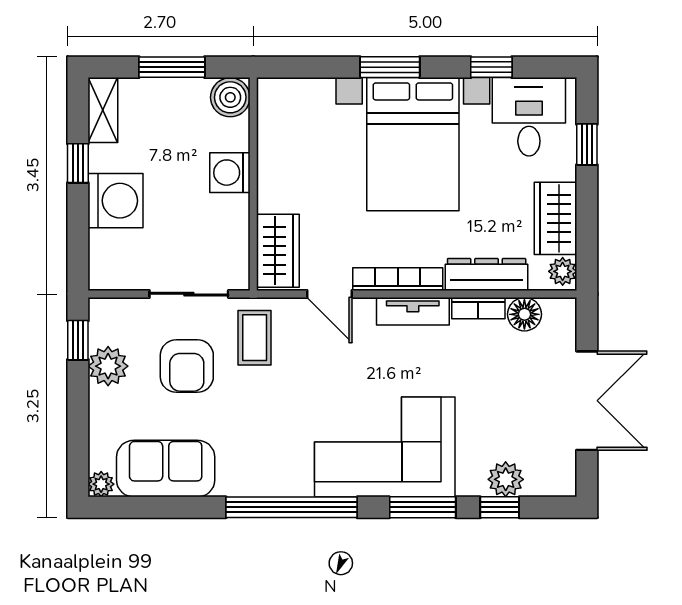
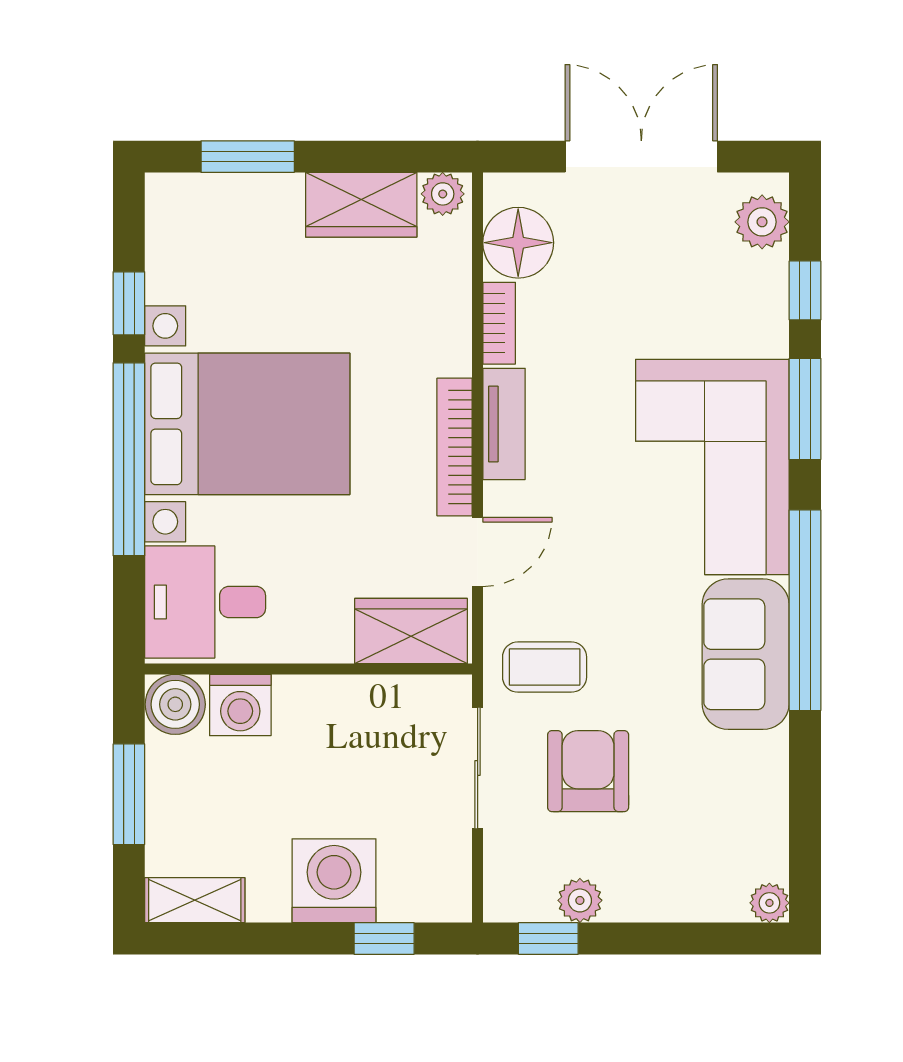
window: (390, 67) -> (129, 459), width x2.11
desk: (529, 117) -> (205, 602), moved
window: (587, 144) -> (248, 157), width x1.50
window: (78, 163) -> (384, 938), moved
washing machine: (230, 173) -> (240, 705), moved
dresser: (487, 274) -> (447, 311), removed
floor lamp: (524, 314) -> (518, 243), width x1.38, depth x1.38
plant: (108, 366) -> (580, 900), width x0.73, depth x0.73
armchair: (187, 366) -> (588, 771), turned -90
sofa: (166, 469) -> (746, 654), moved
plant: (506, 479) -> (762, 222), moved

